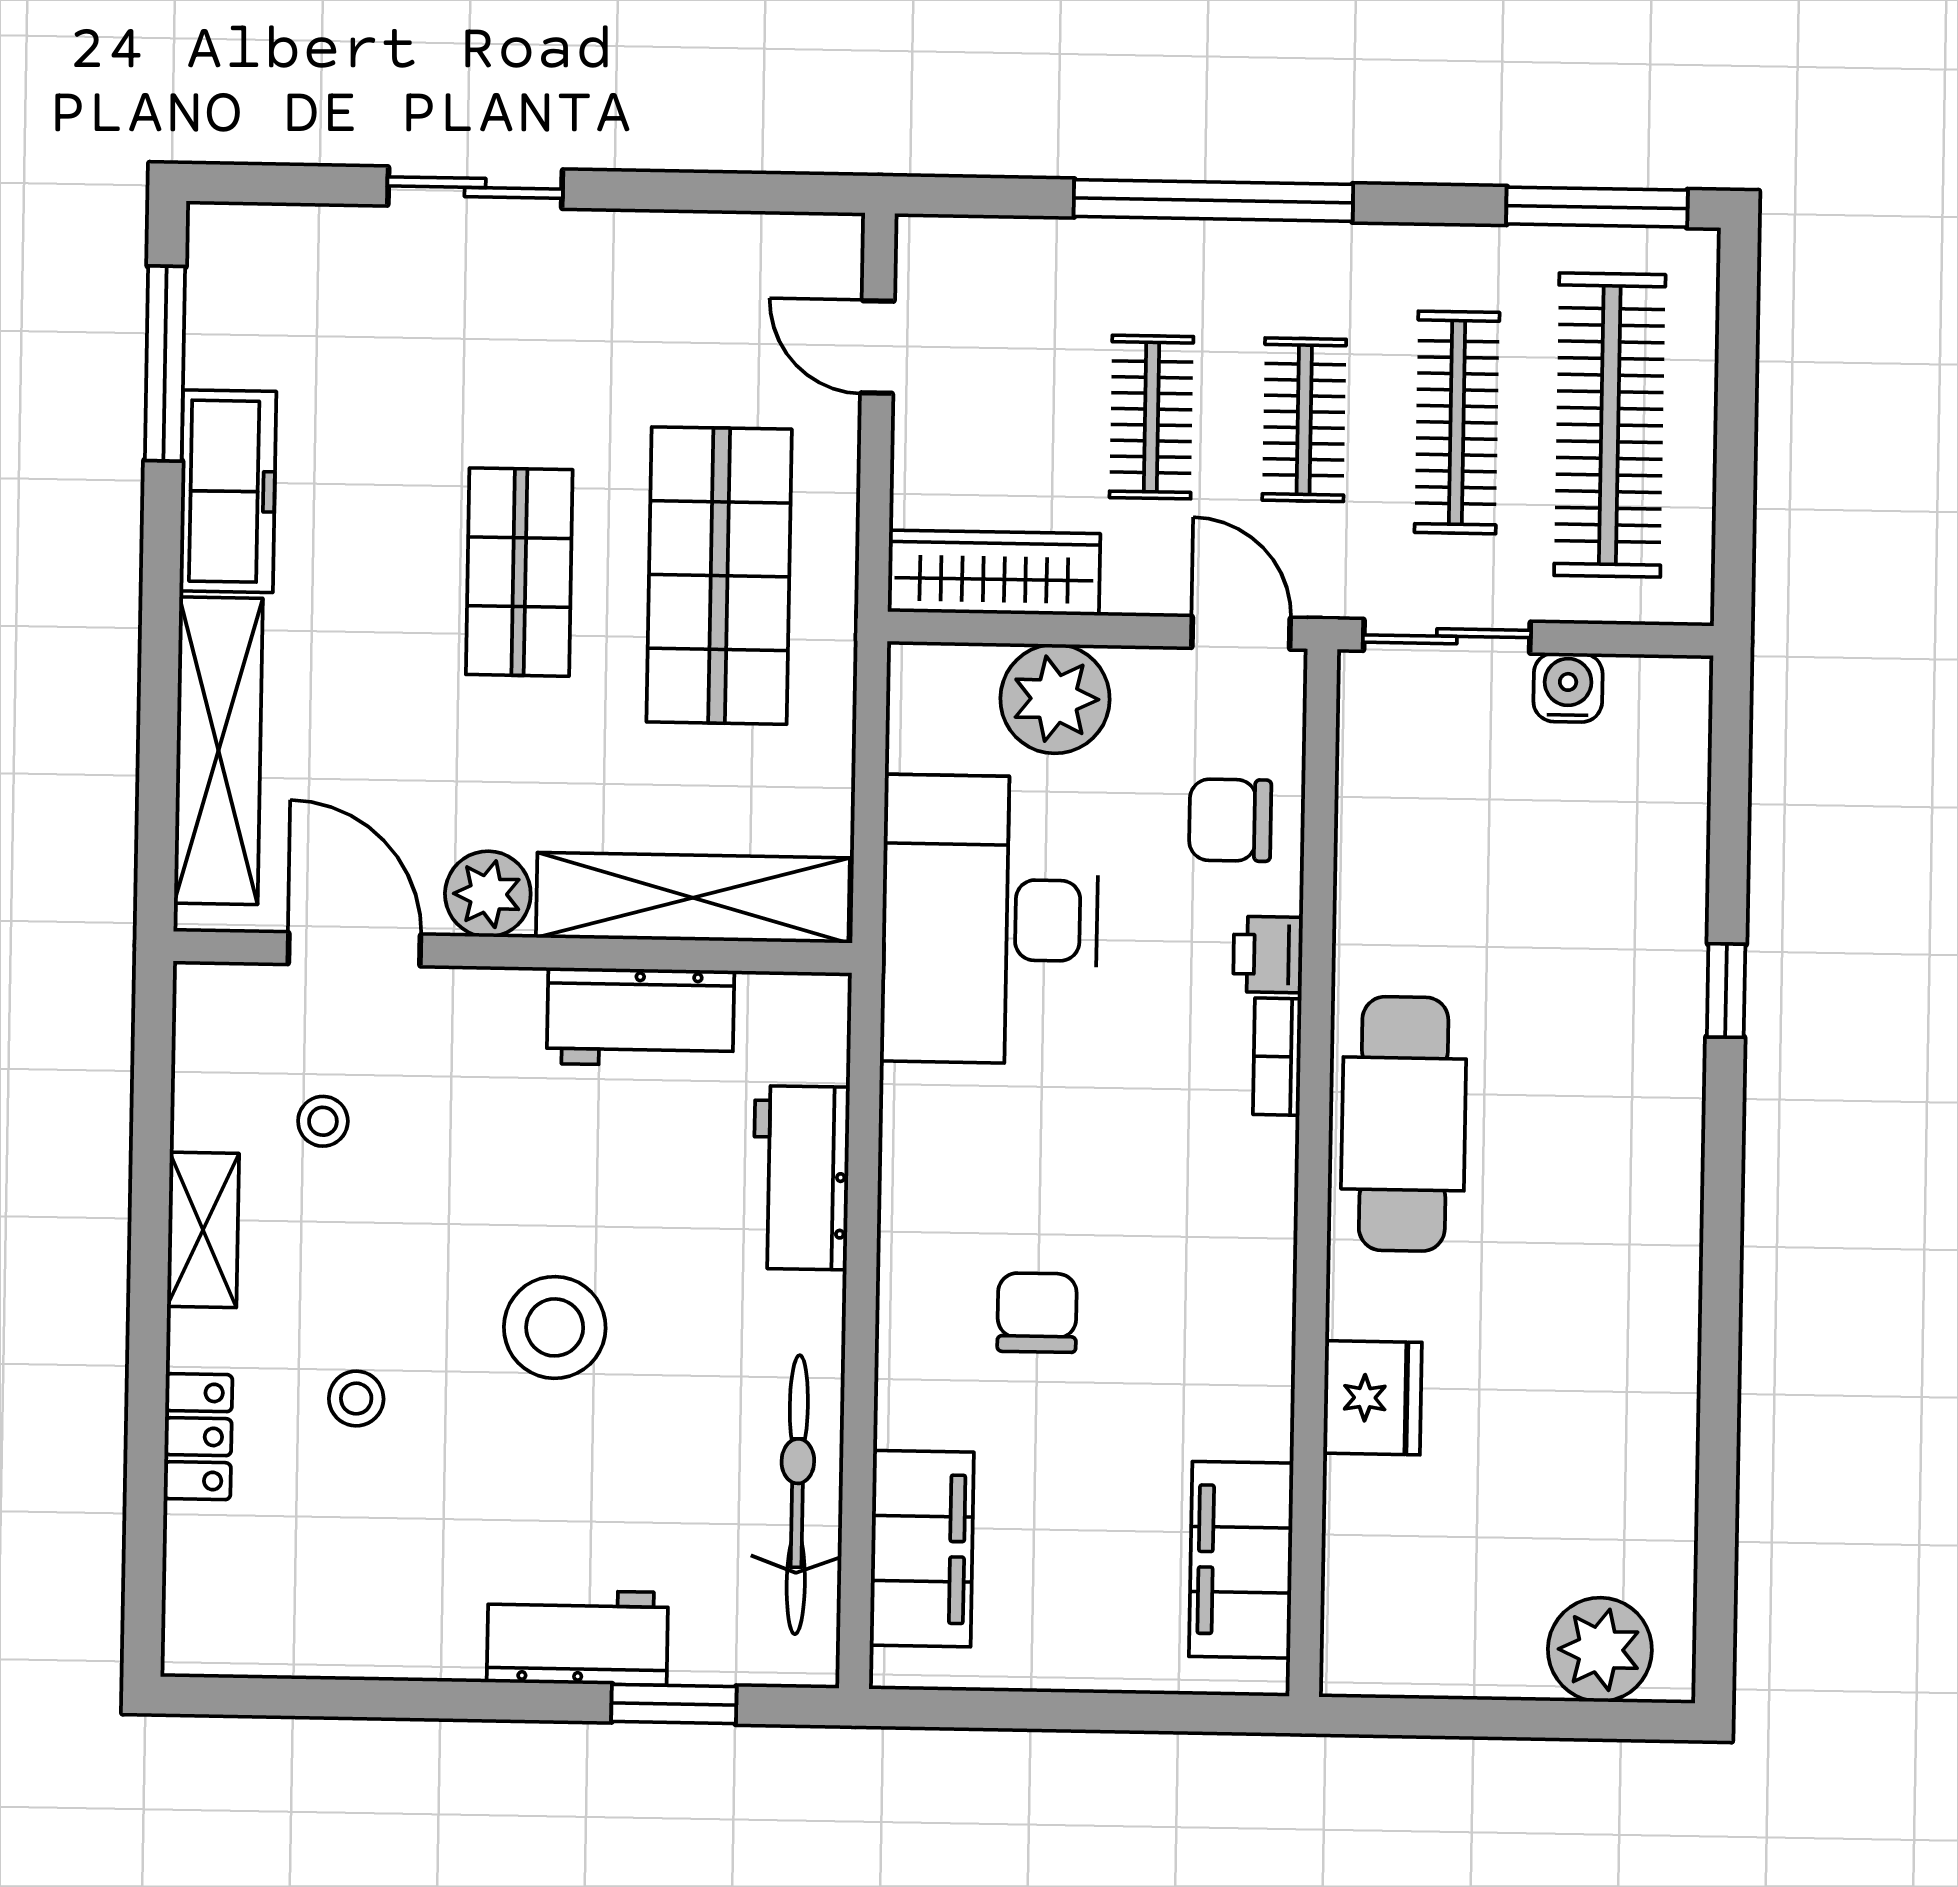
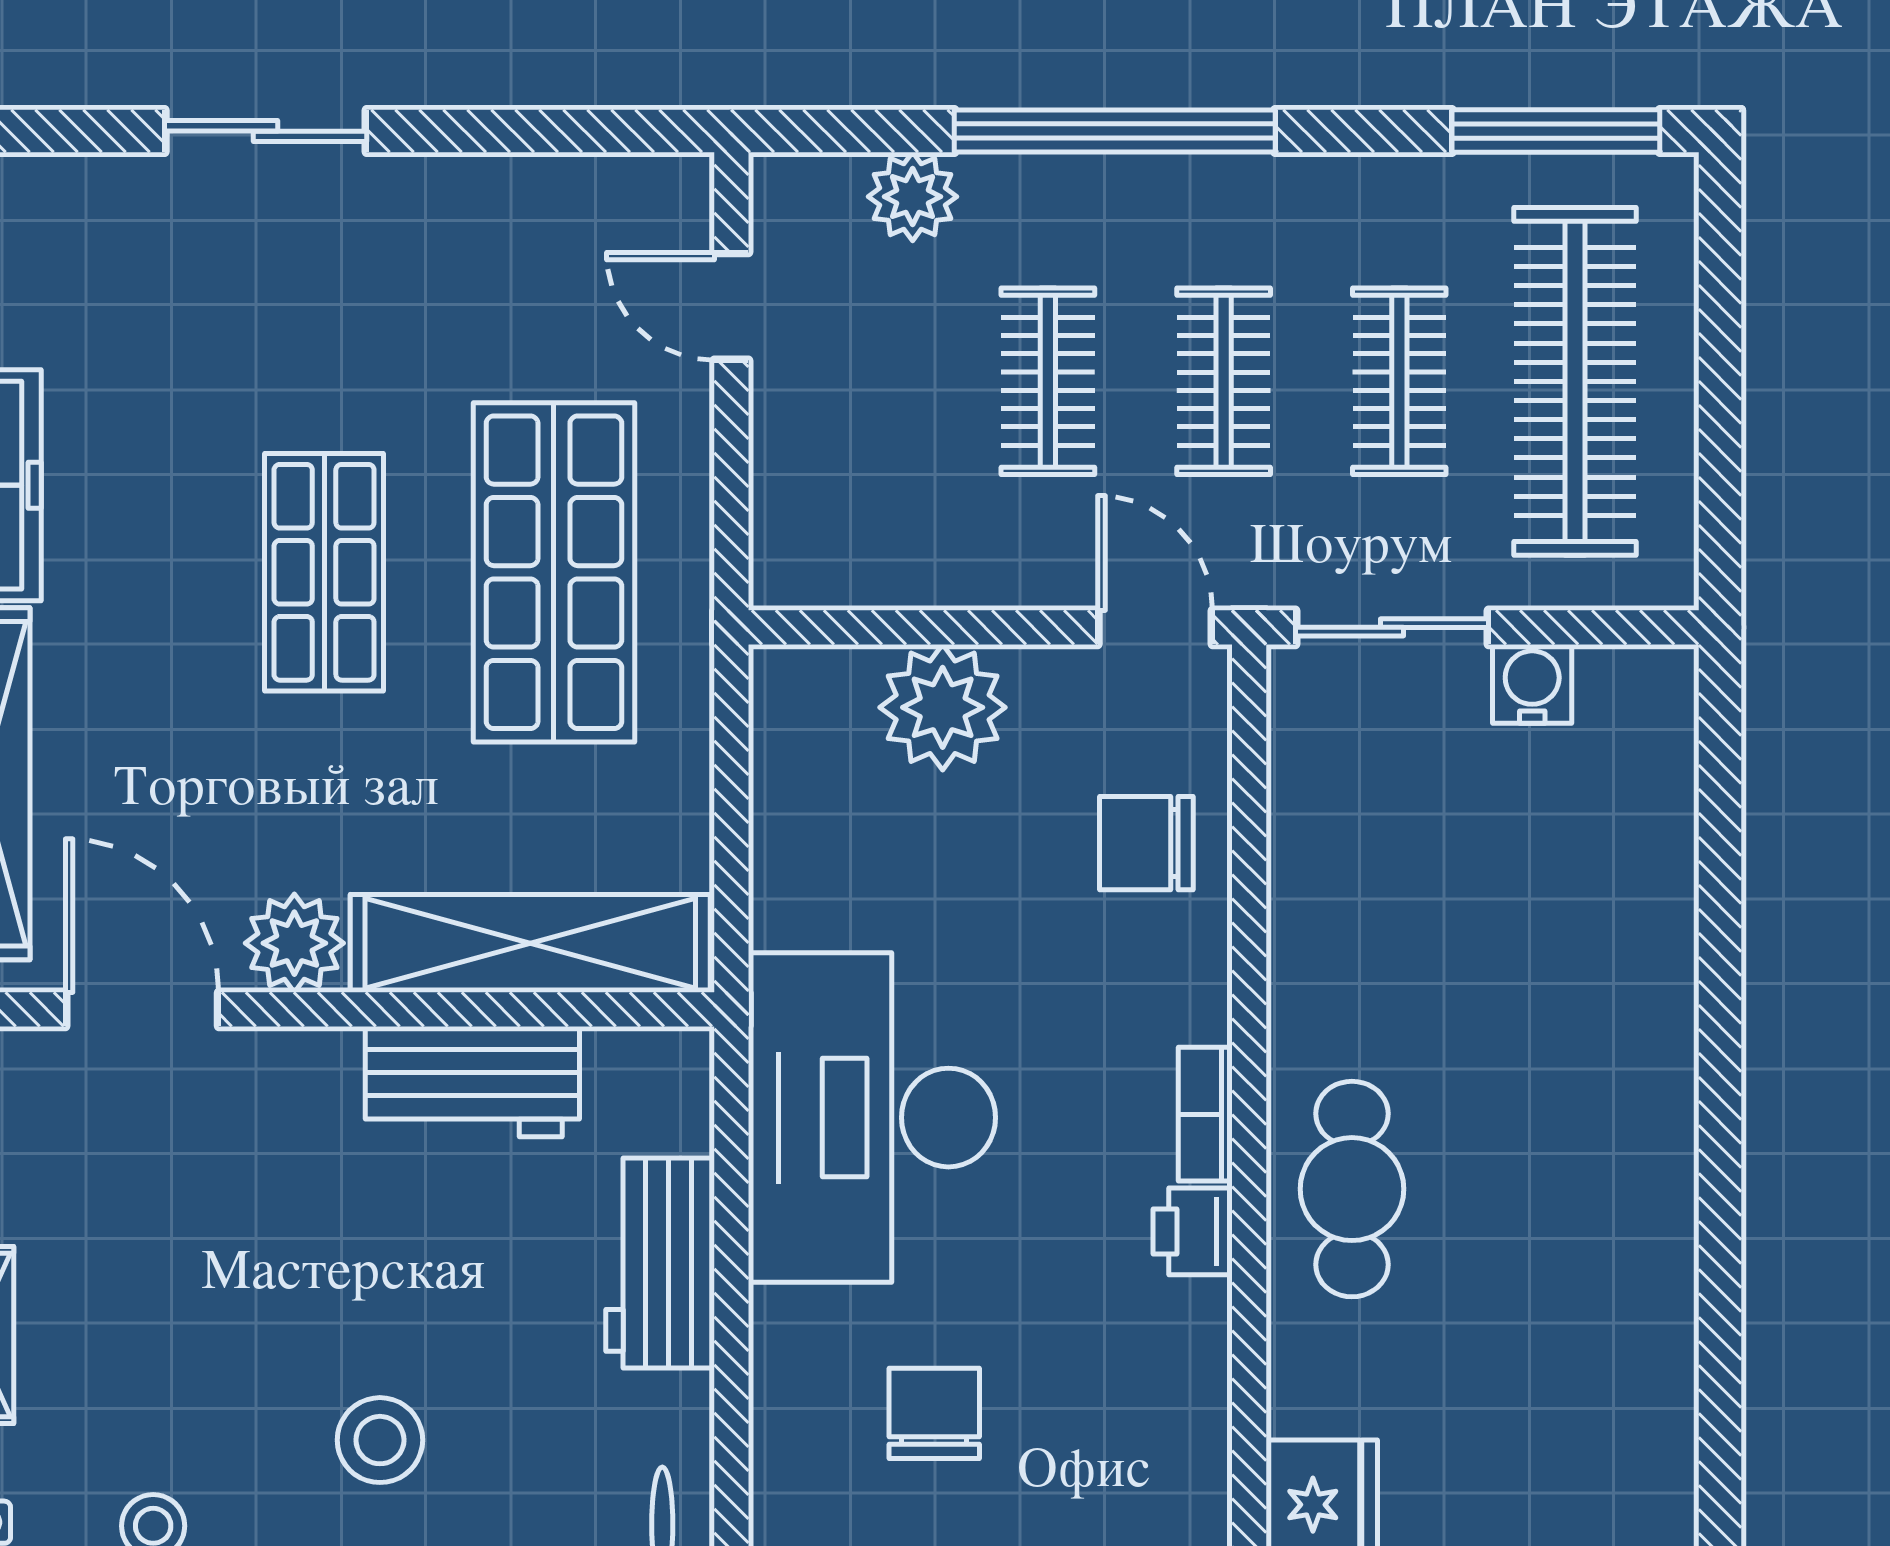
plant: (1037, 254) -> (913, 197), added
clothes rail: (1457, 422) -> (1399, 381), width x0.73
wardrobe: (994, 573) -> (870, 563), removed
desk: (990, 919) -> (872, 1118), moved
printer: (1268, 955) -> (1193, 1231), moved
window: (1726, 991) -> (1720, 1029), removed
stool: (323, 1121) -> (109, 1208), removed
cafe table: (1404, 1124) -> (1352, 1189), width x0.73, depth x0.74
stool: (555, 1327) -> (380, 1440), width x0.73, depth x0.73

